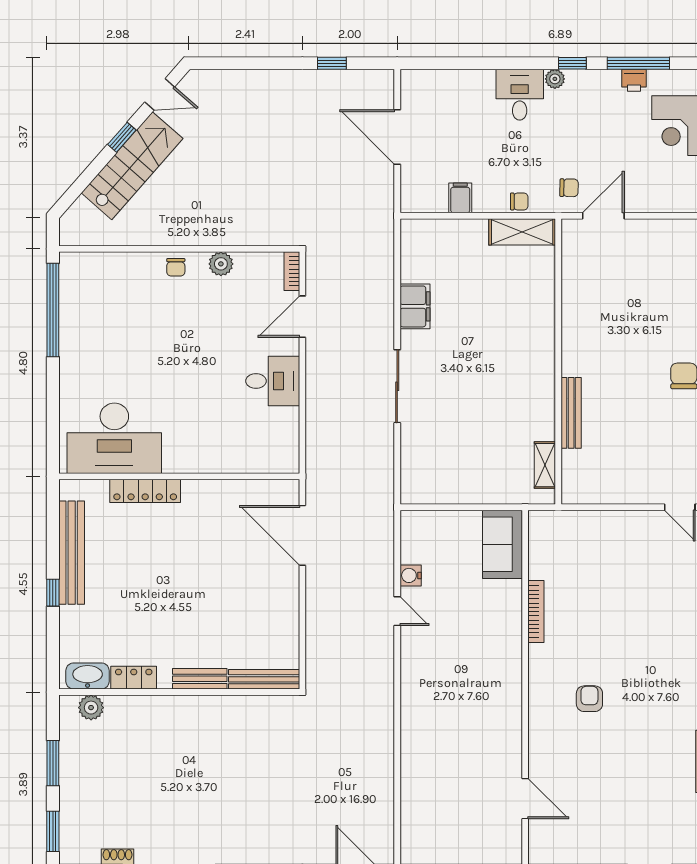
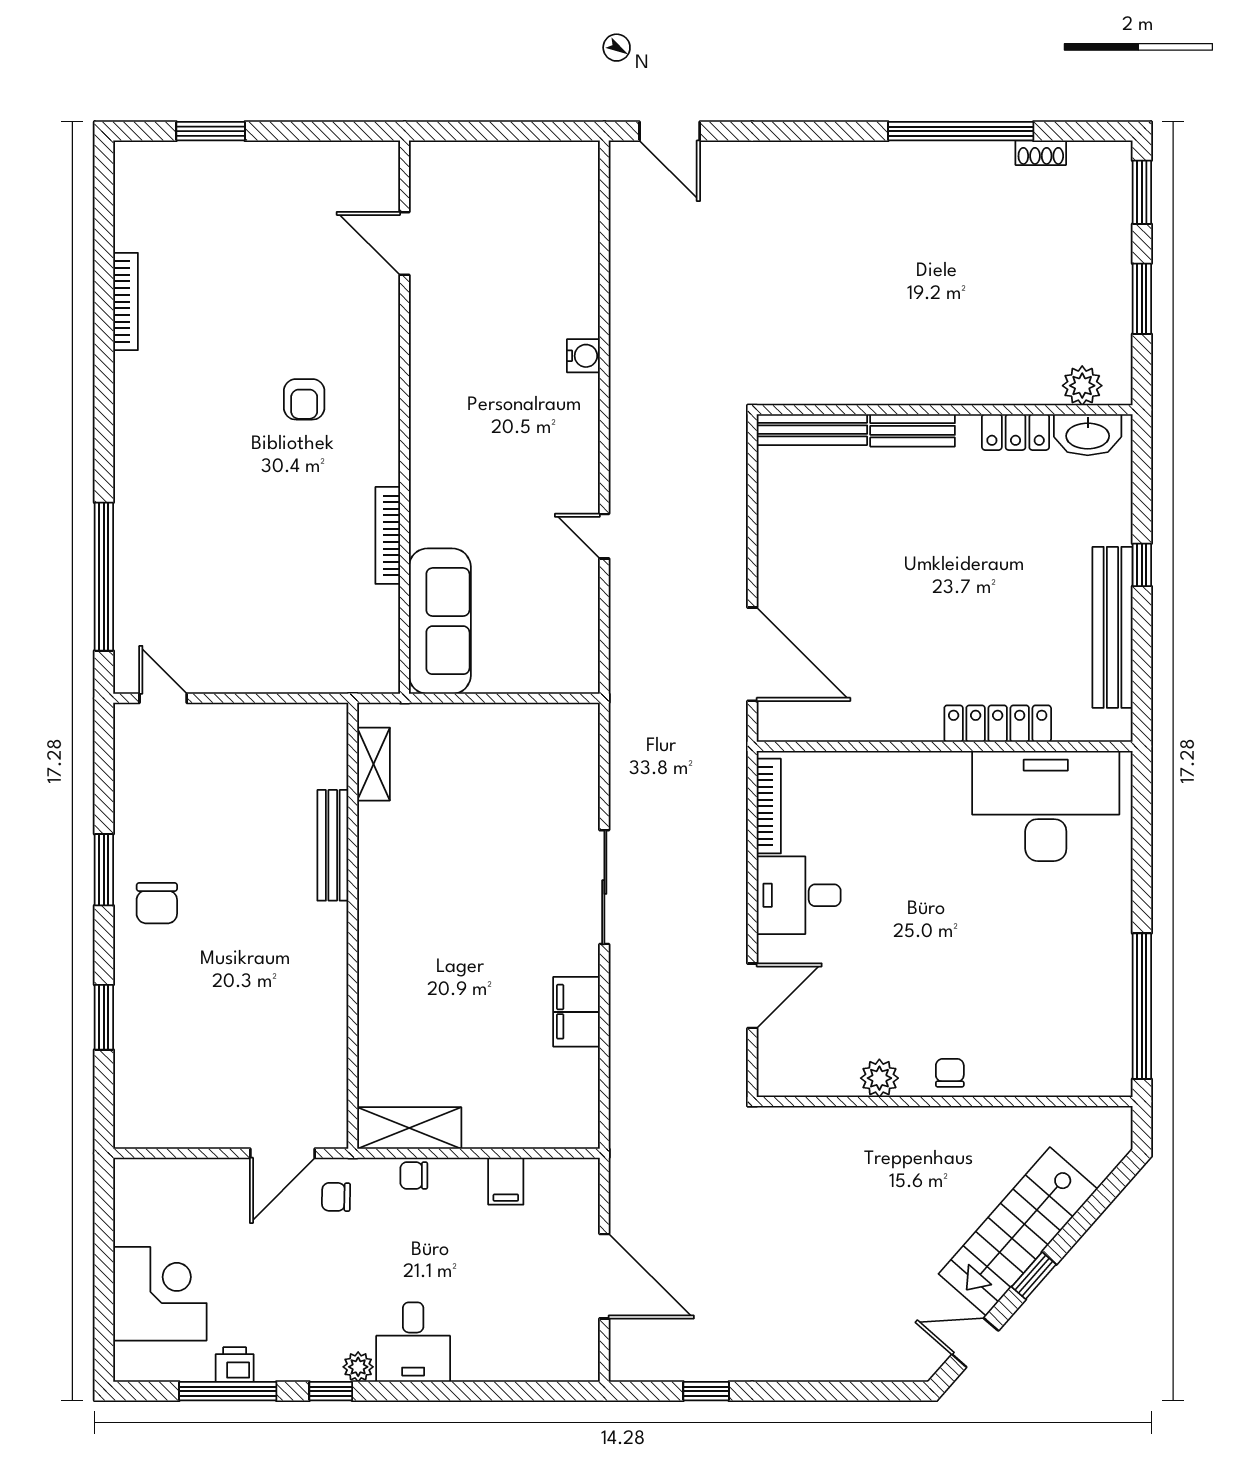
bookcase: (292, 271) -> (769, 806), moved, width x1.56
sofa: (503, 544) -> (440, 621), width x1.36
water cooler: (411, 575) -> (583, 356), moved

